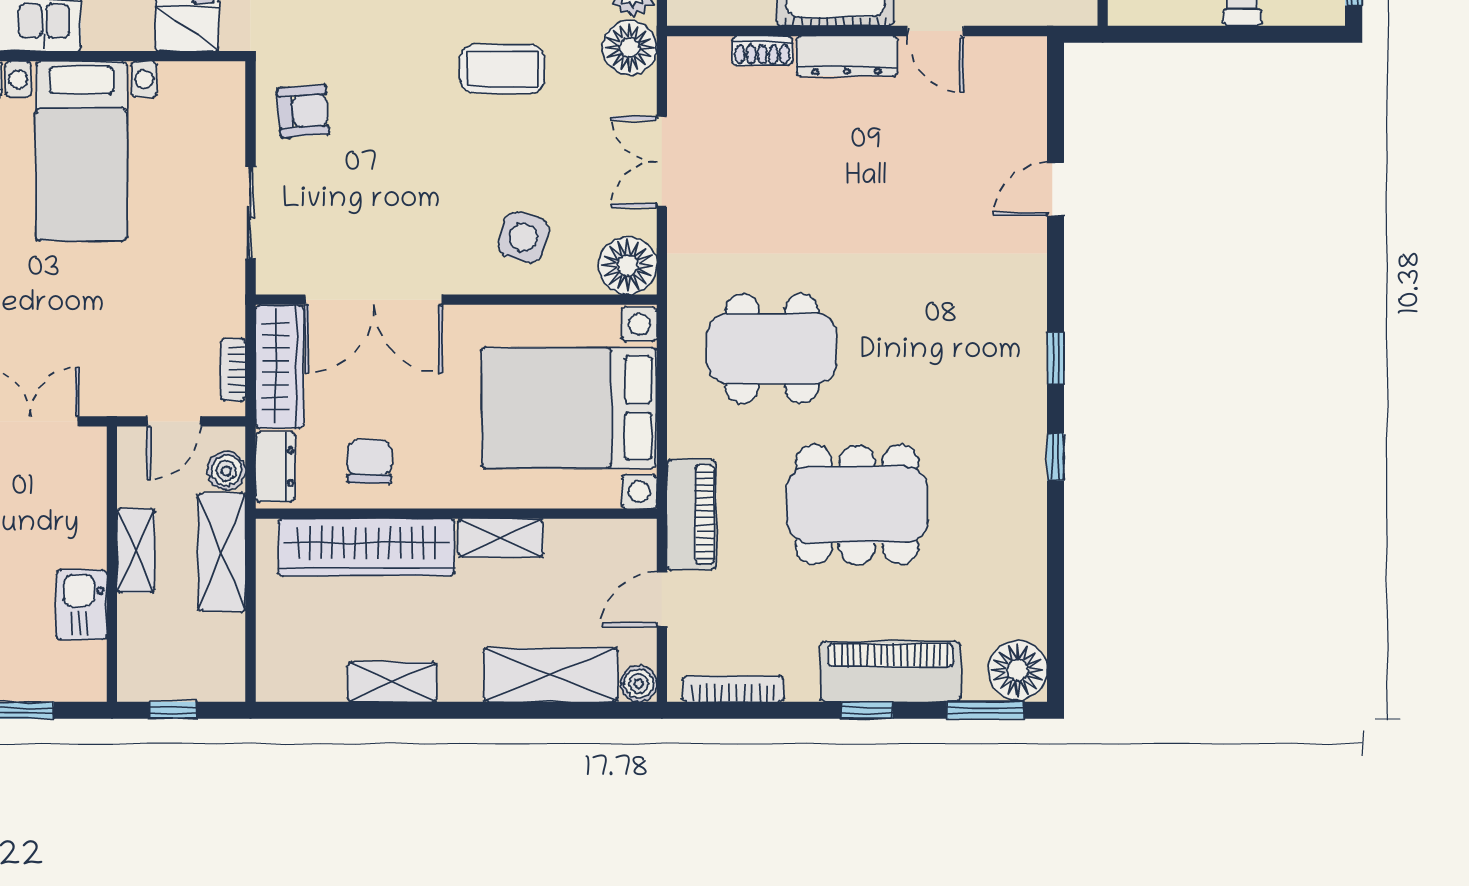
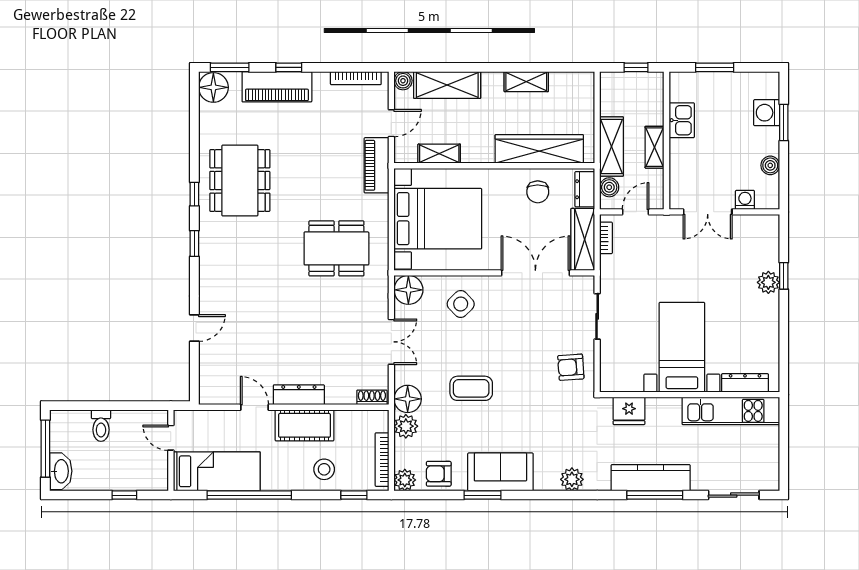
shoe rack: (762, 51) -> (372, 397), moved
side table: (523, 237) -> (461, 304), turned 30
dining table: (857, 505) -> (240, 181), moved, turned 90
shelving: (501, 538) -> (439, 154), moved

